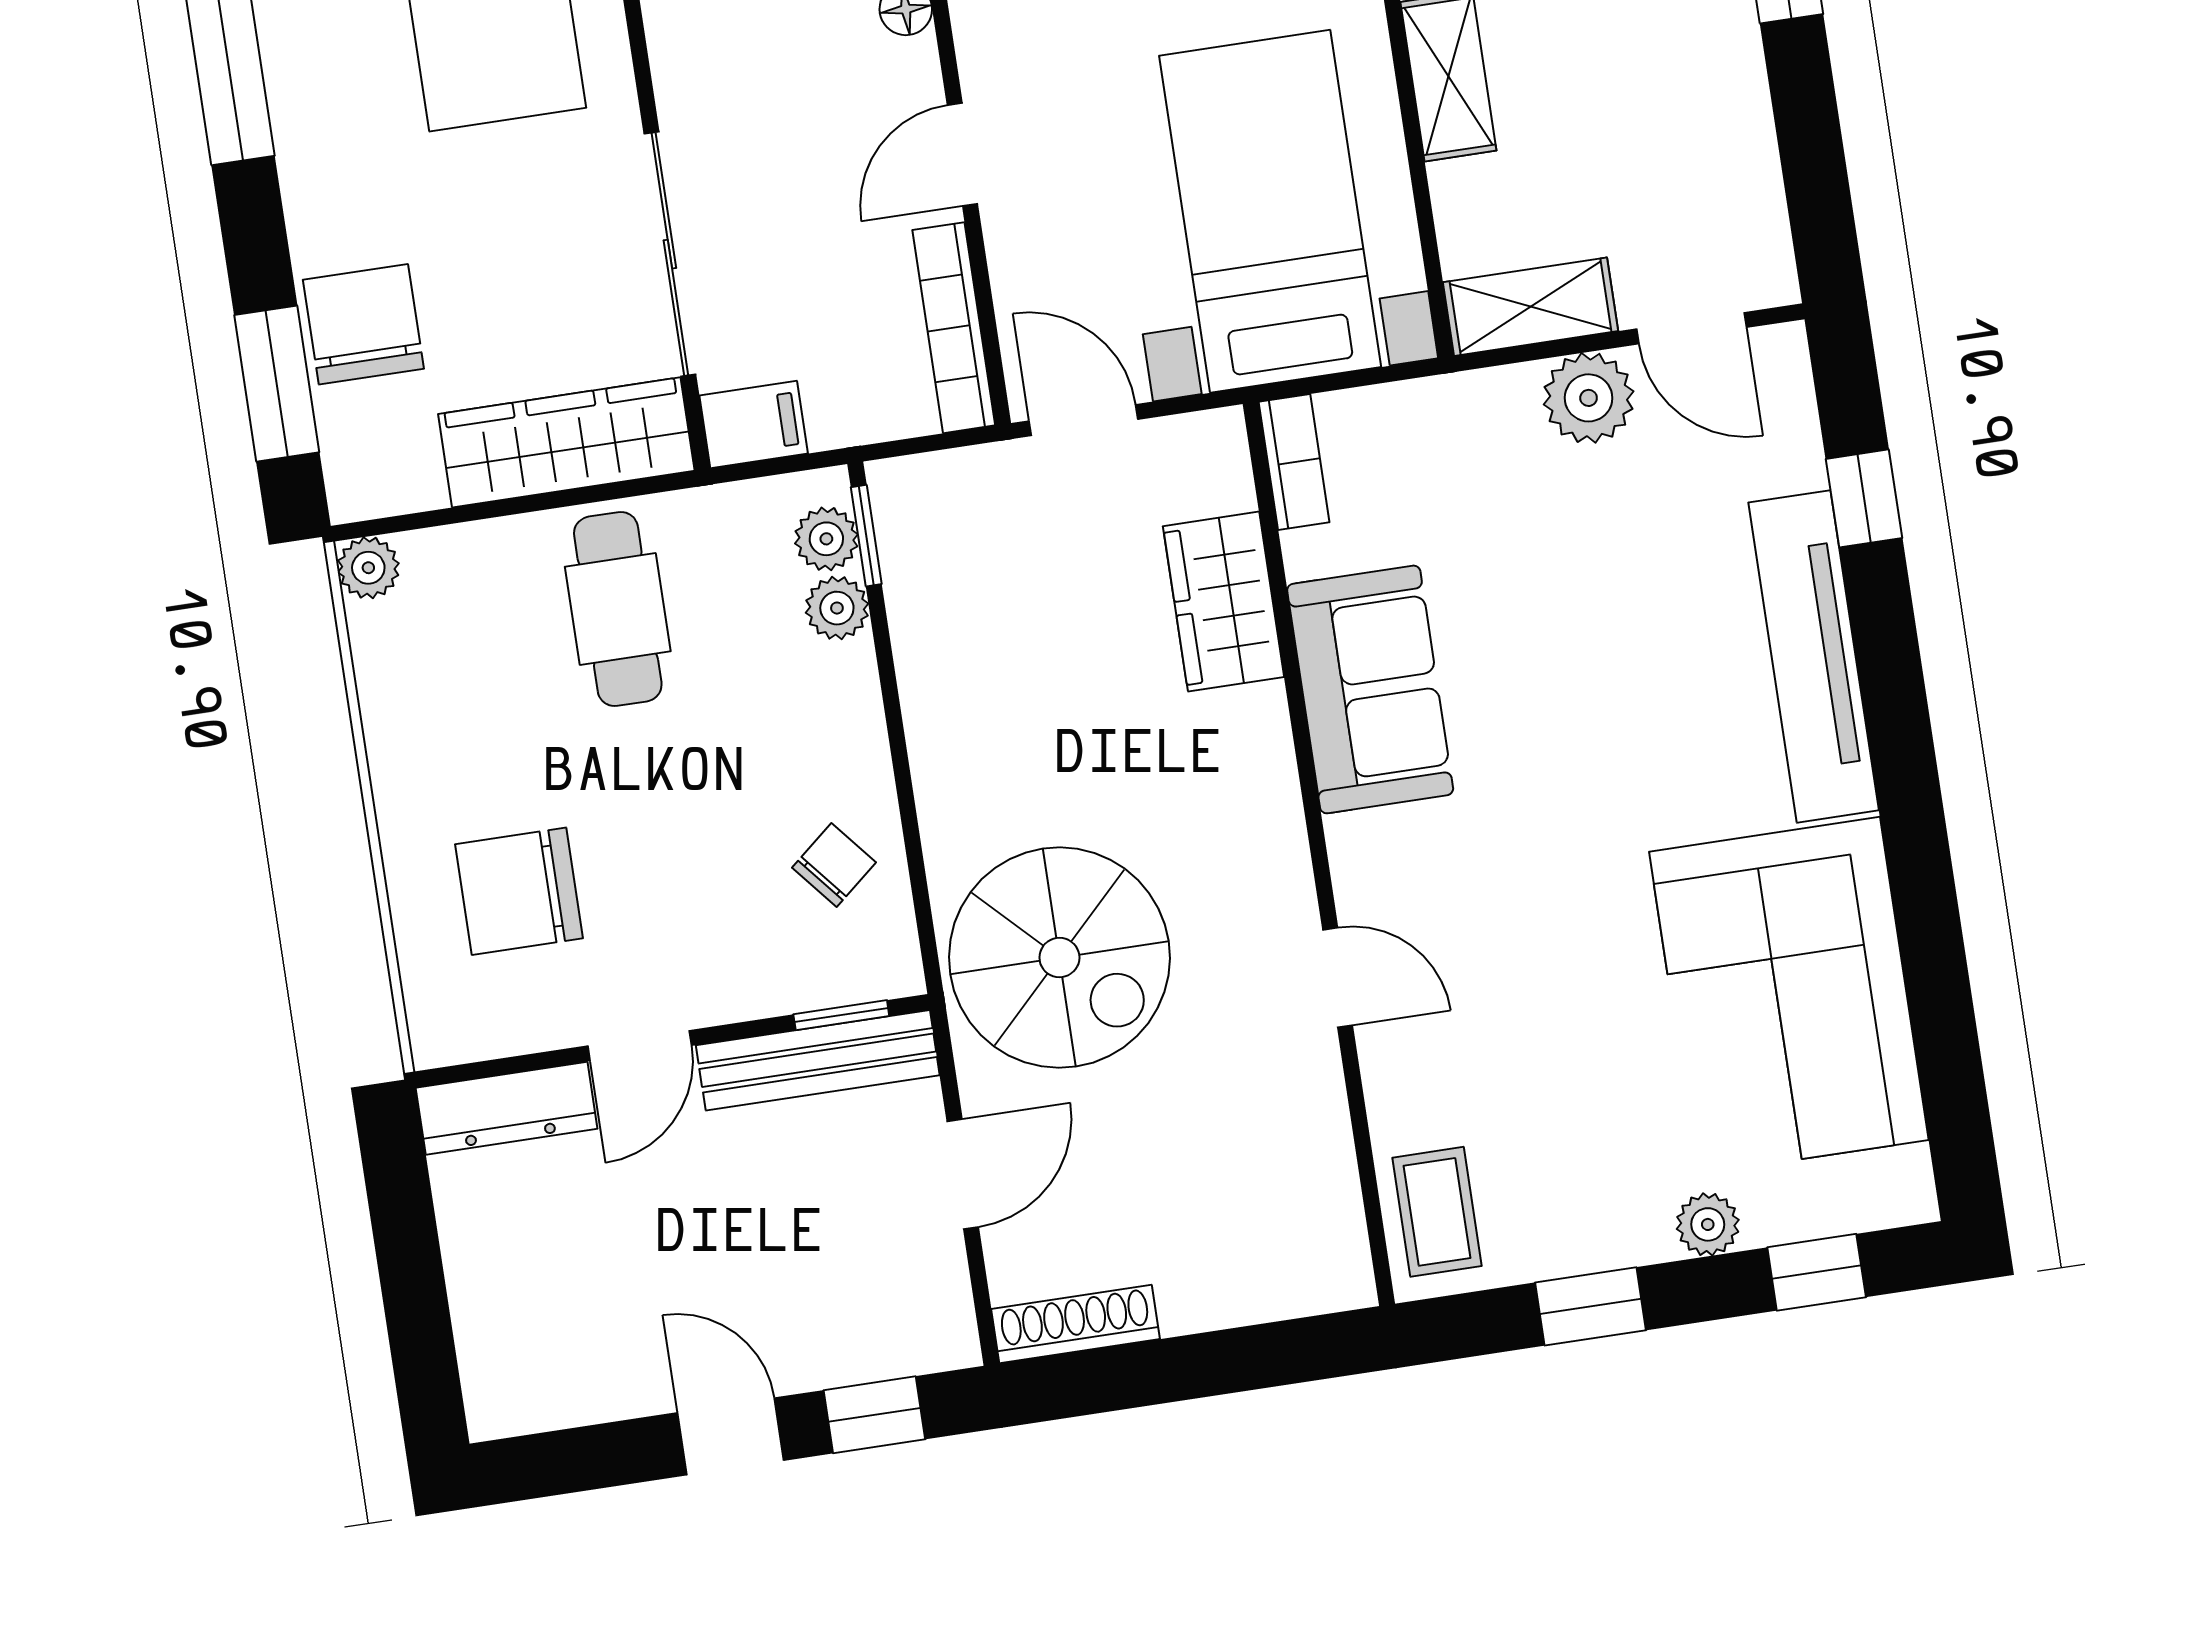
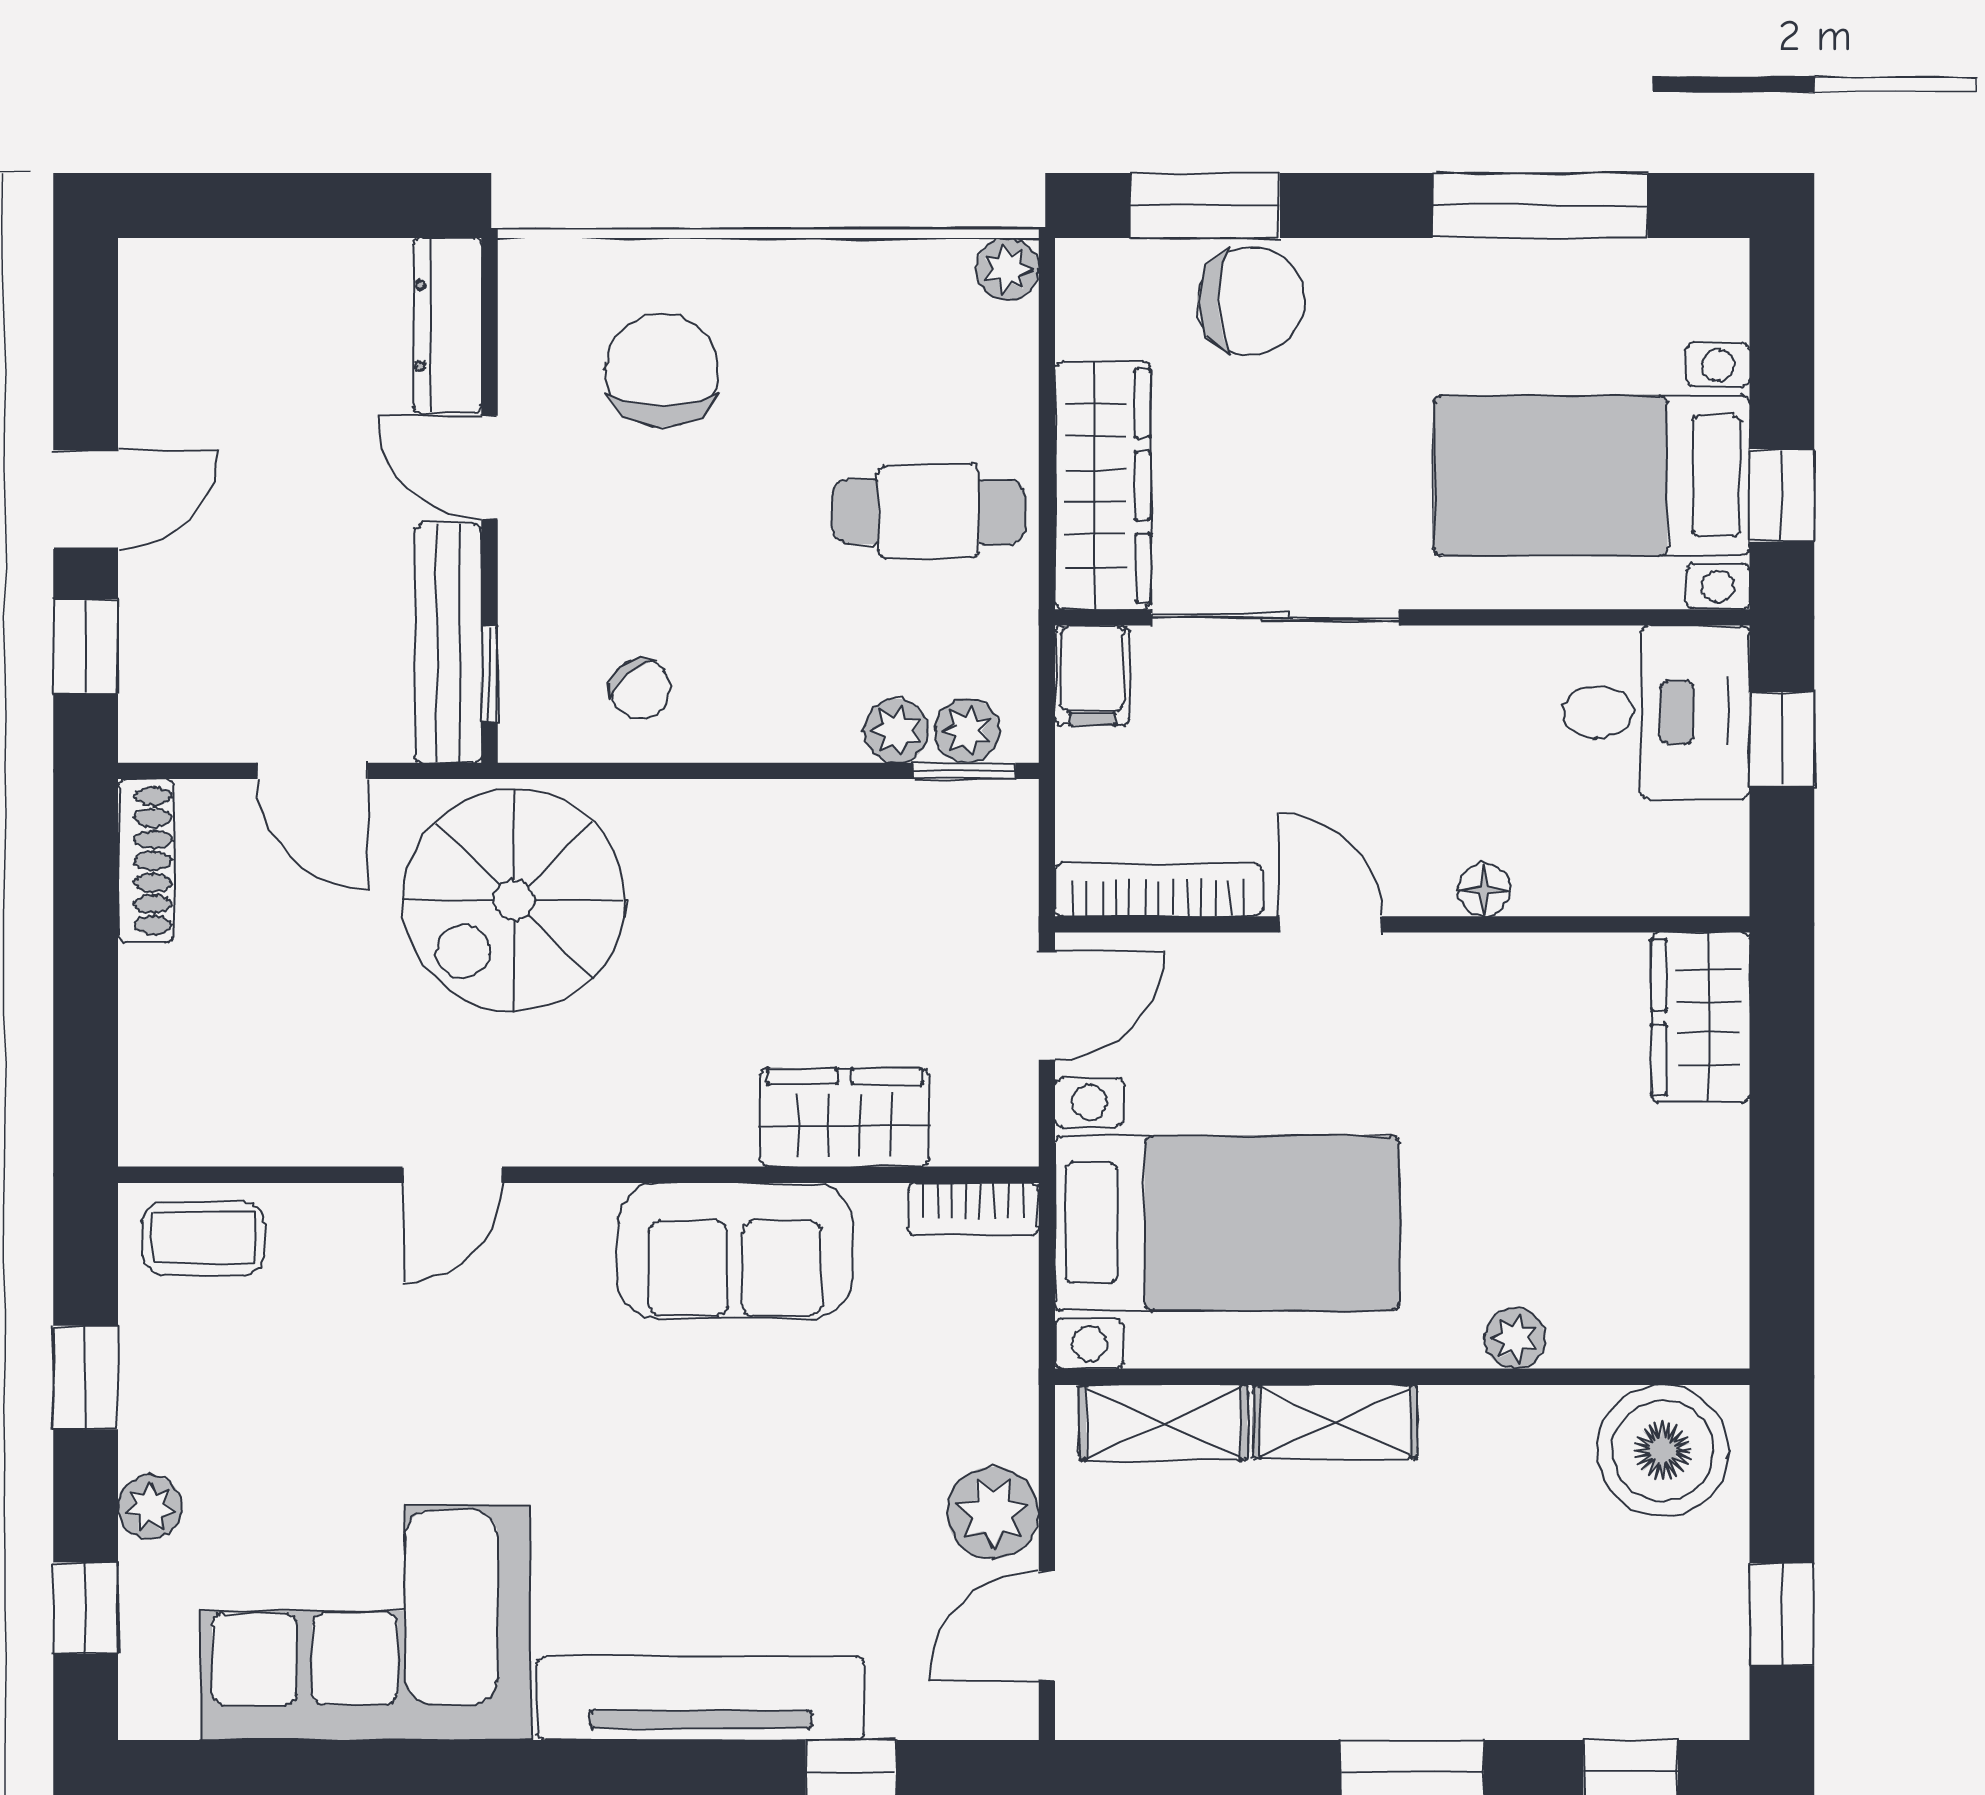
shelving: (1530, 307) -> (1163, 1422), moved, turned 90

